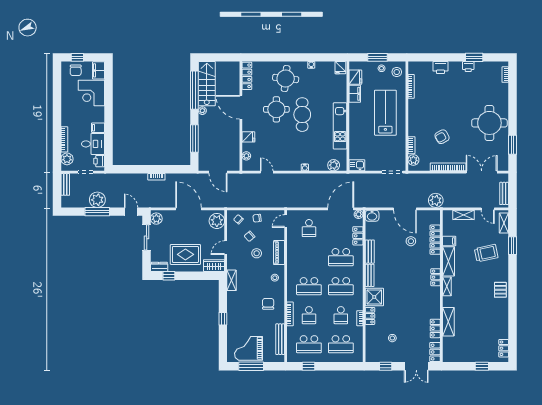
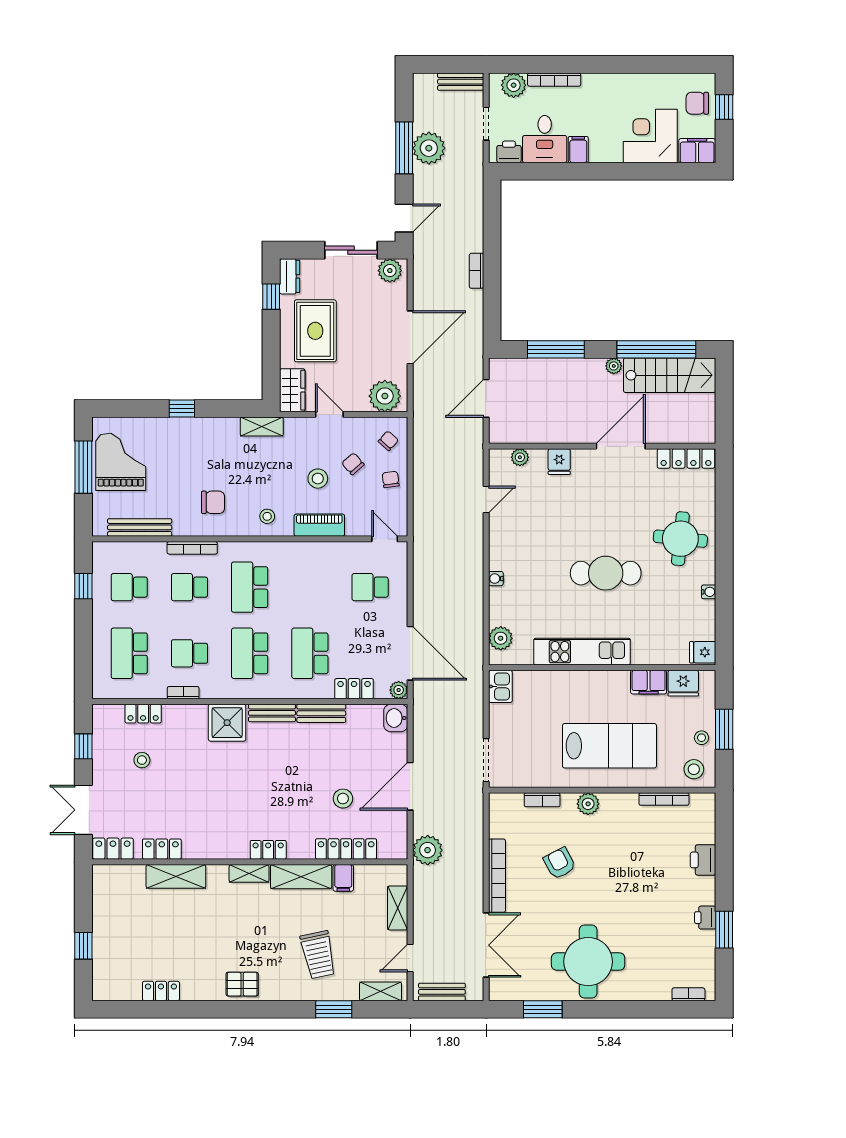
round table: (276, 109) -> (616, 519), removed
plant: (413, 160) -> (588, 804), moved
locker: (370, 316) -> (143, 714), moved
school desk: (309, 344) -> (129, 587), width x0.54
locker: (504, 348) -> (161, 991), moved

